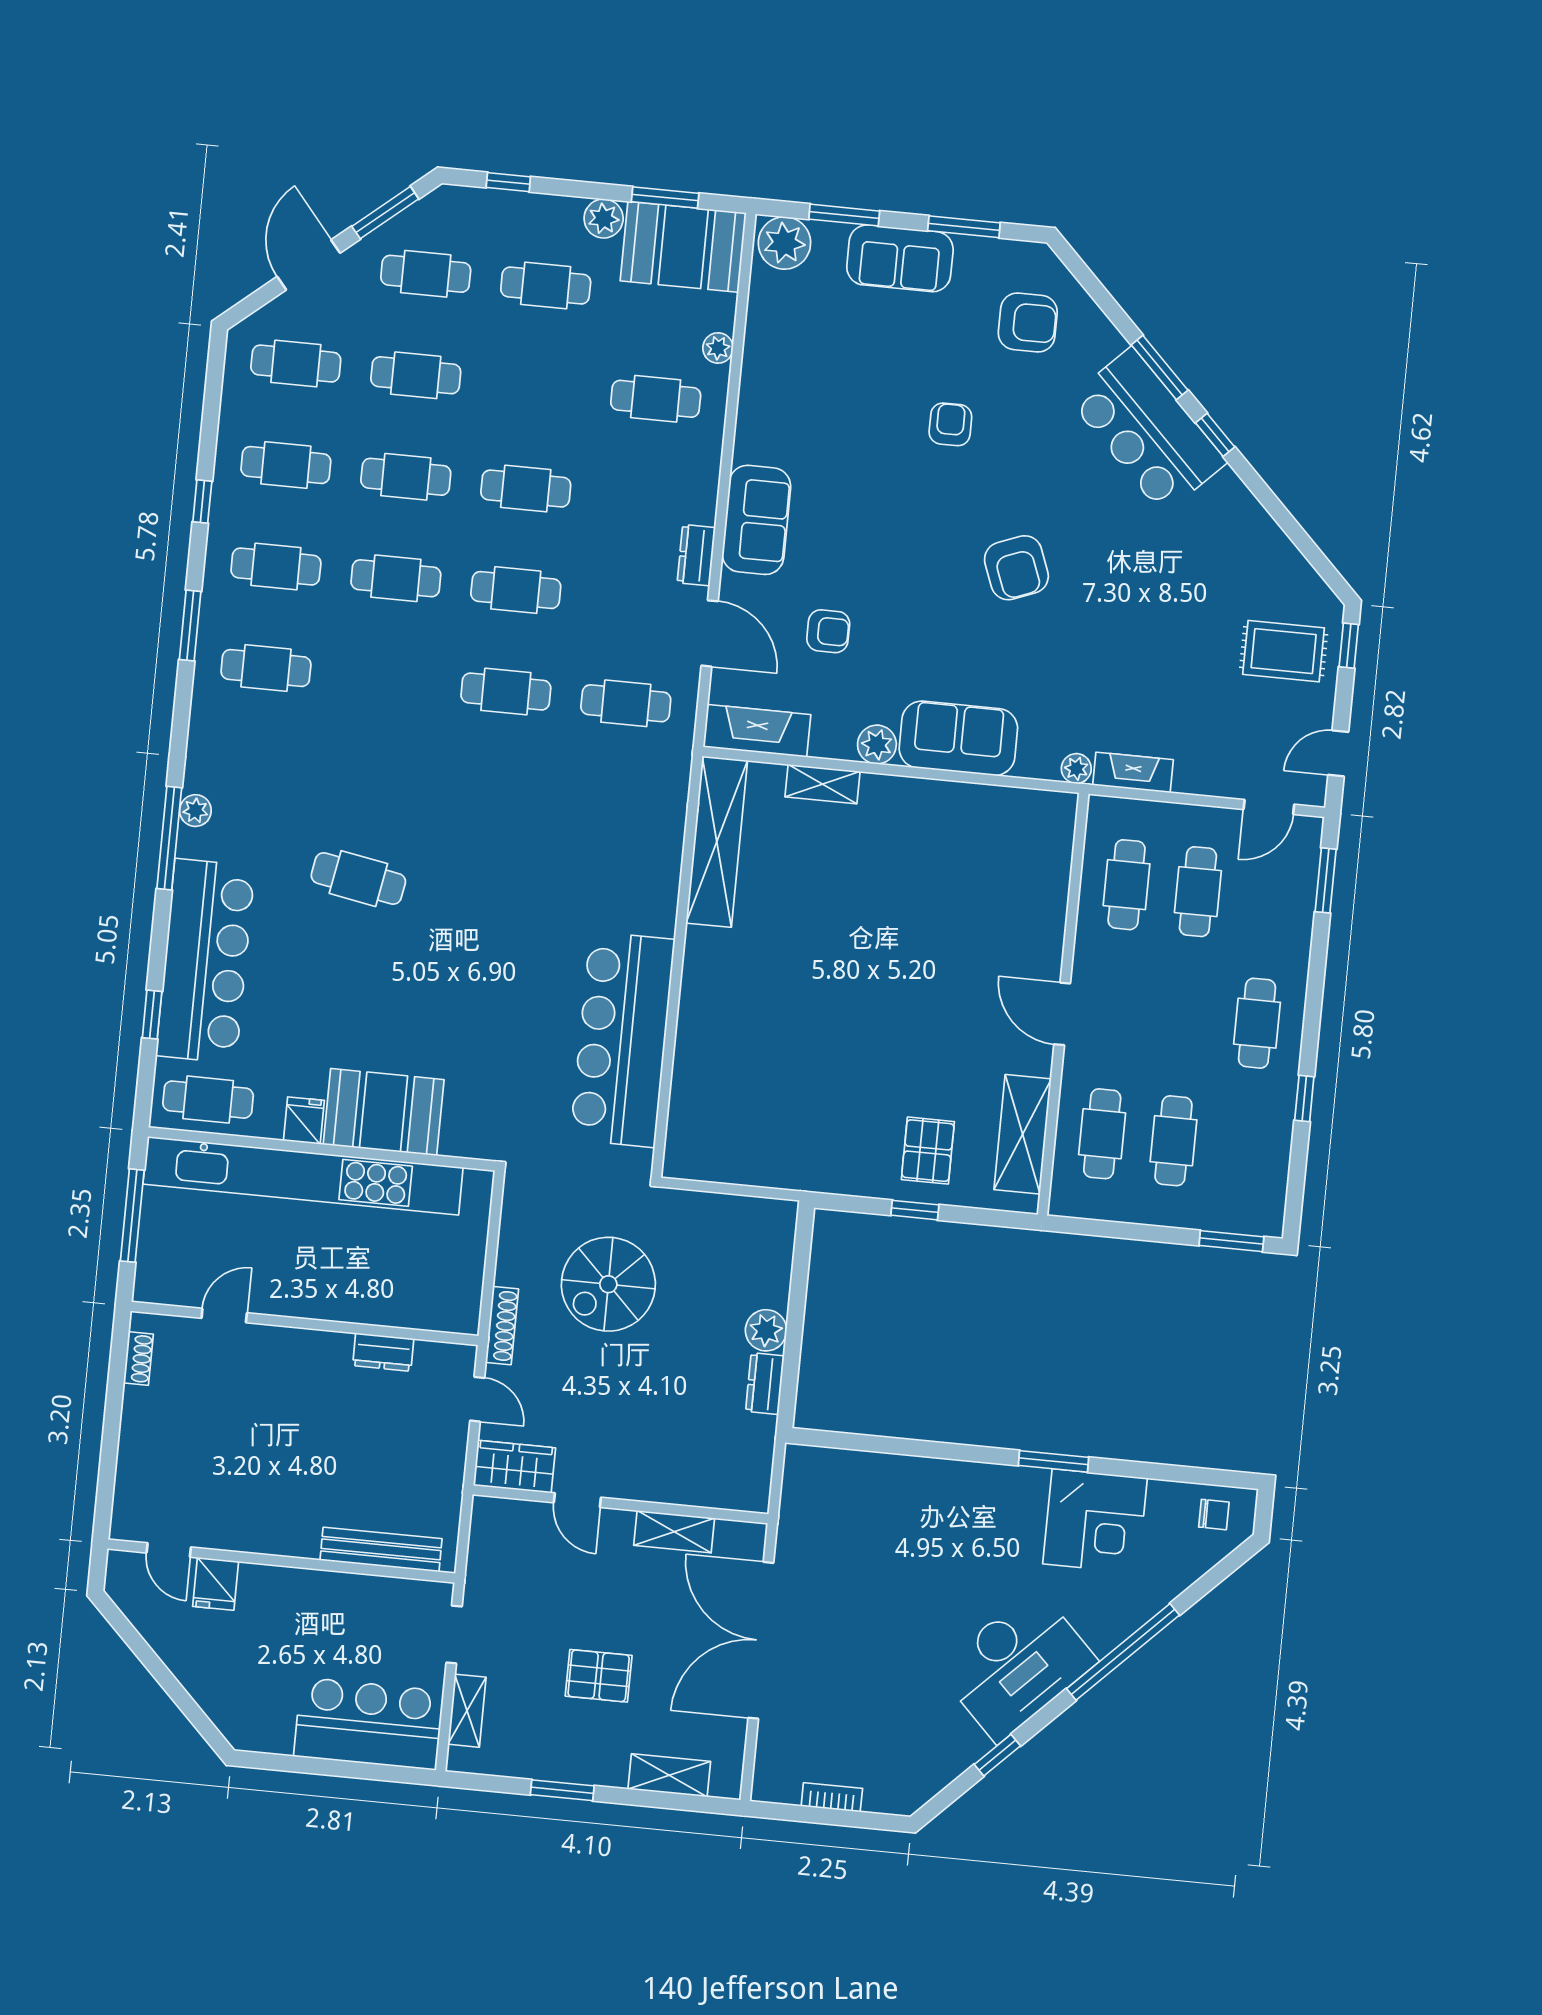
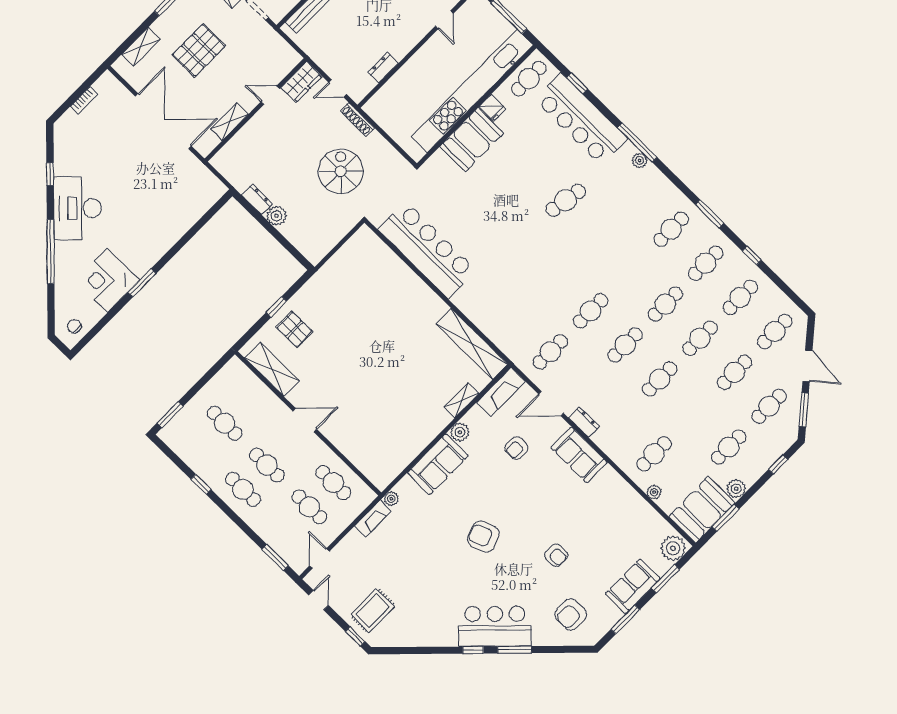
cafe table: (1102, 1134) -> (267, 465), moved
chair: (1214, 1515) -> (74, 326), turned 90
pallet: (599, 1676) -> (199, 50), width x1.50, depth x1.42

